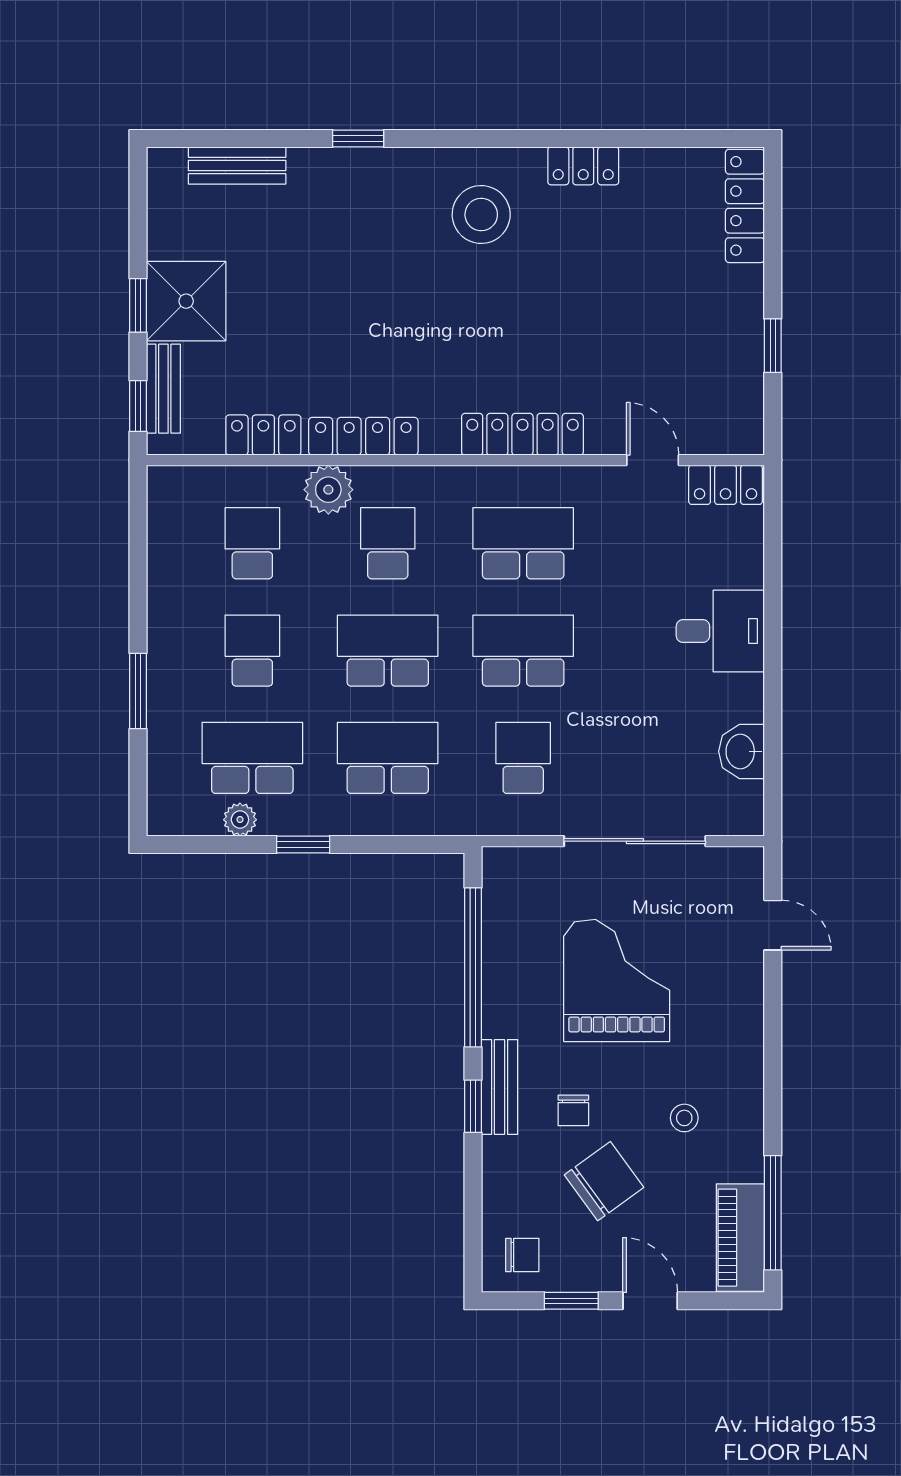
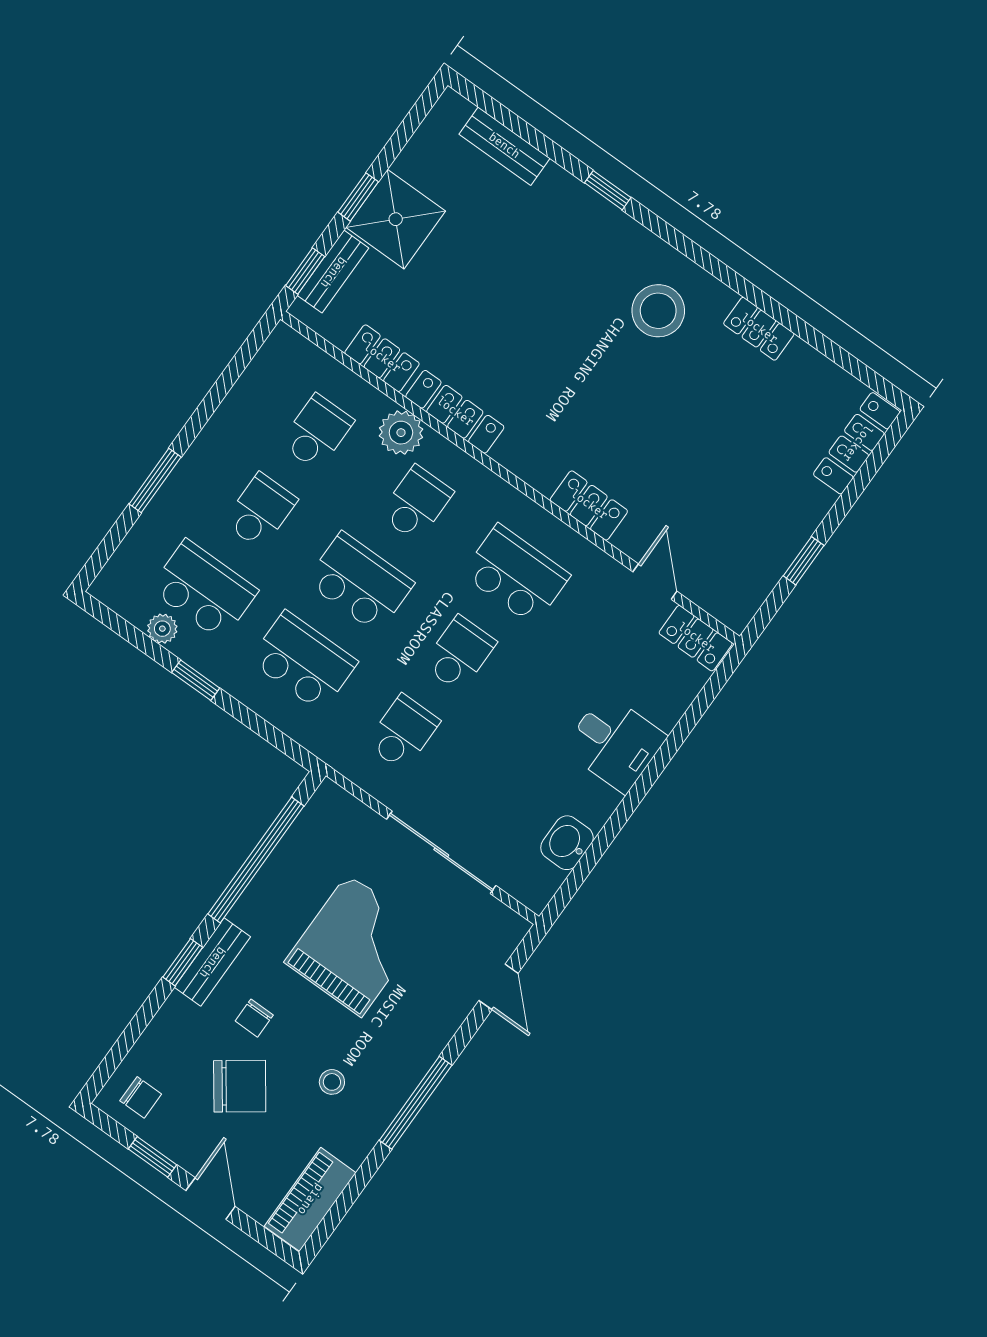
locker: (522, 434) -> (589, 505), width x0.66
school desk: (523, 651) -> (459, 654), width x0.54
window: (773, 1213) -> (416, 1103), moved

